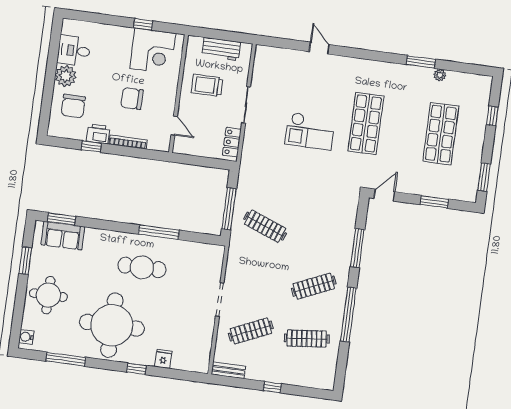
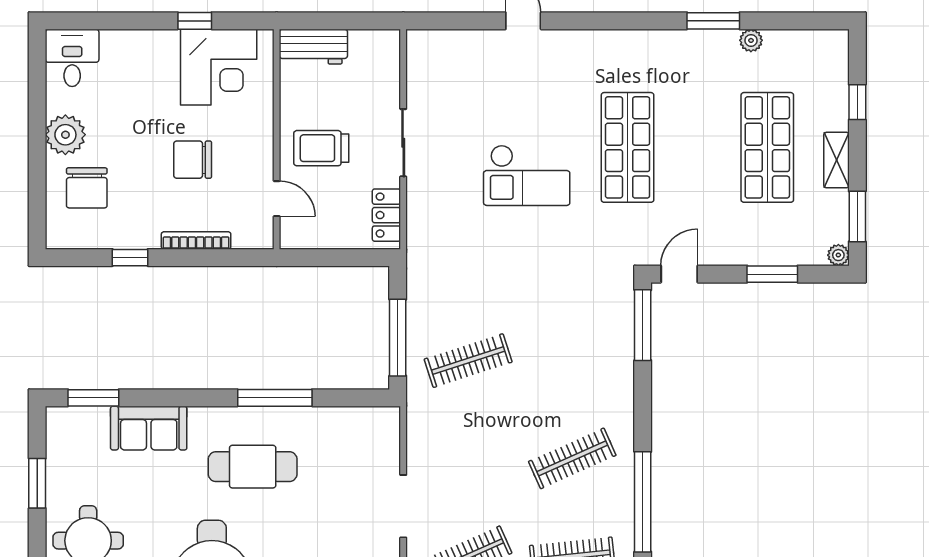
workbench: (221, 49) -> (313, 47), moved
desk: (74, 50) -> (72, 58), moved, turned 90
trolley: (207, 85) -> (321, 148), moved
printer: (98, 134) -> (139, 233), removed
shelving: (477, 145) -> (836, 160), added
plant: (471, 196) -> (838, 255), added
clothes rail: (265, 226) -> (468, 361), turned -39
sofa: (63, 236) -> (149, 428), moved
window: (357, 248) -> (643, 325), moved

